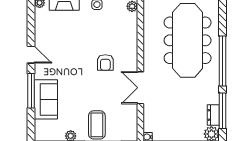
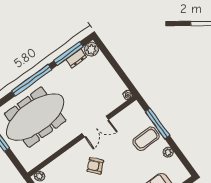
armchair: (105, 62) -> (95, 166), turned -133

